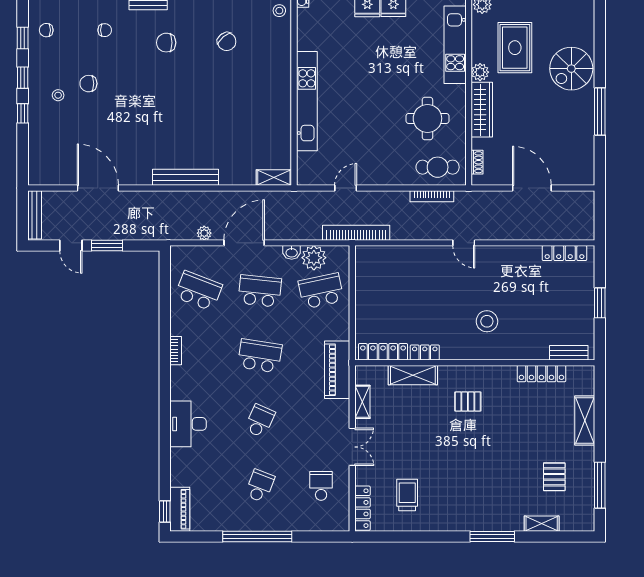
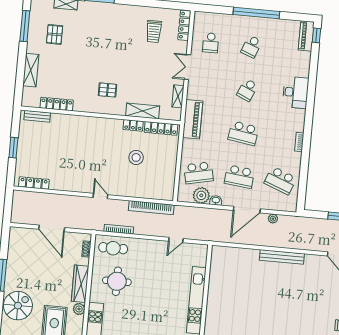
shelving: (274, 178) -> (223, 251), removed
bookcase: (356, 233) -> (151, 208), moved
stool: (487, 321) -> (136, 157), moved

